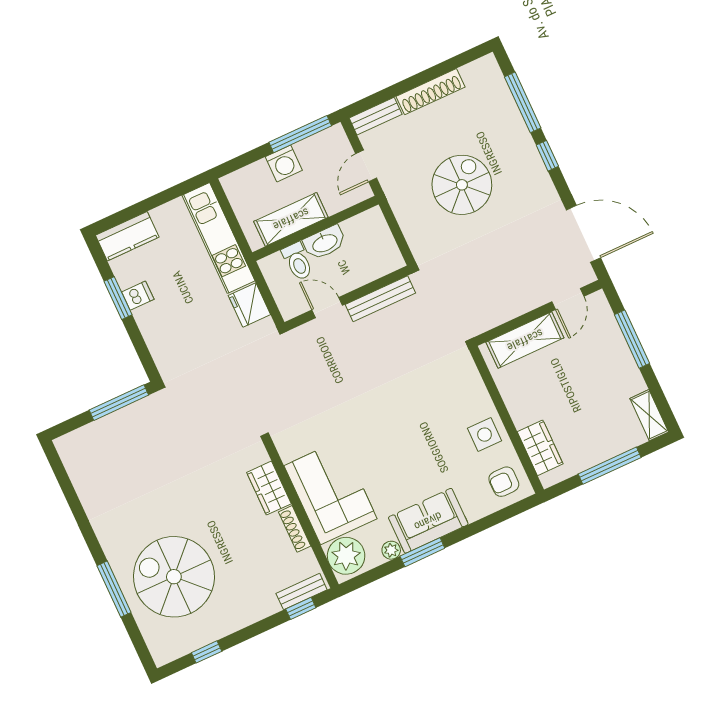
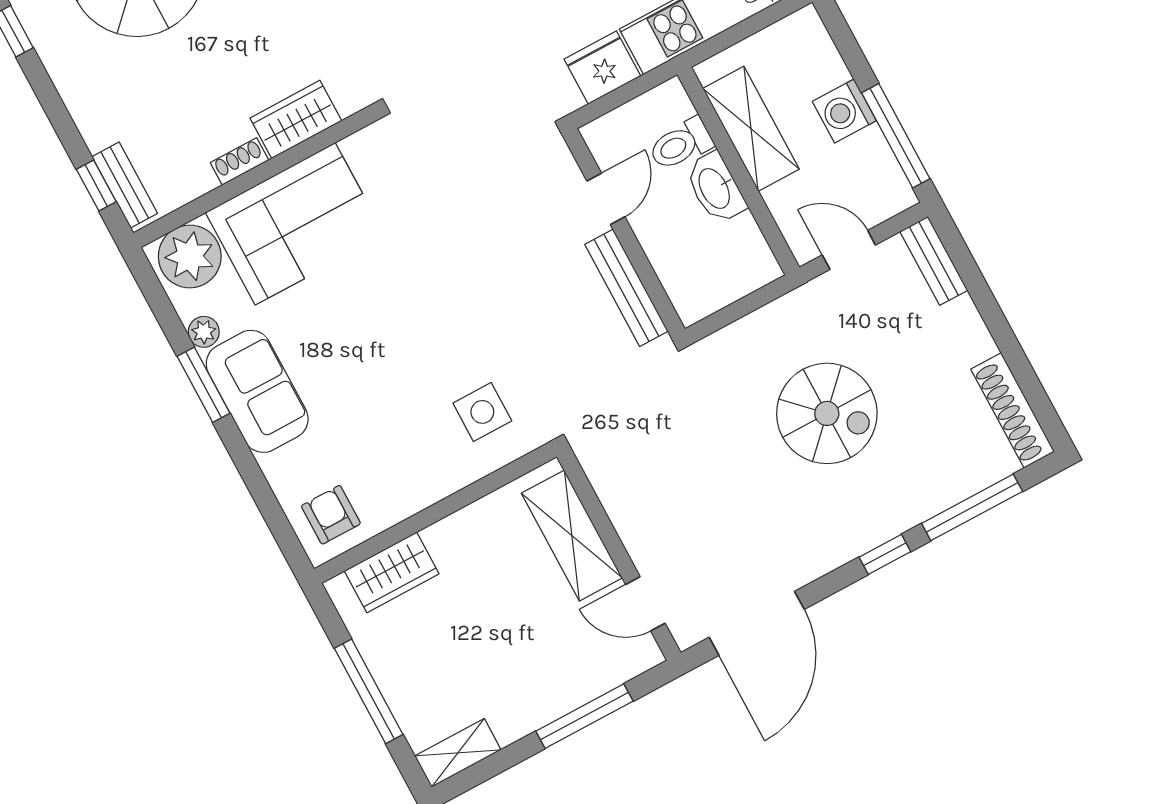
shoe rack: (430, 92) -> (1013, 410), moved
side table: (485, 435) -> (482, 412), moved
shoe rack: (295, 529) -> (240, 161), width x0.70

